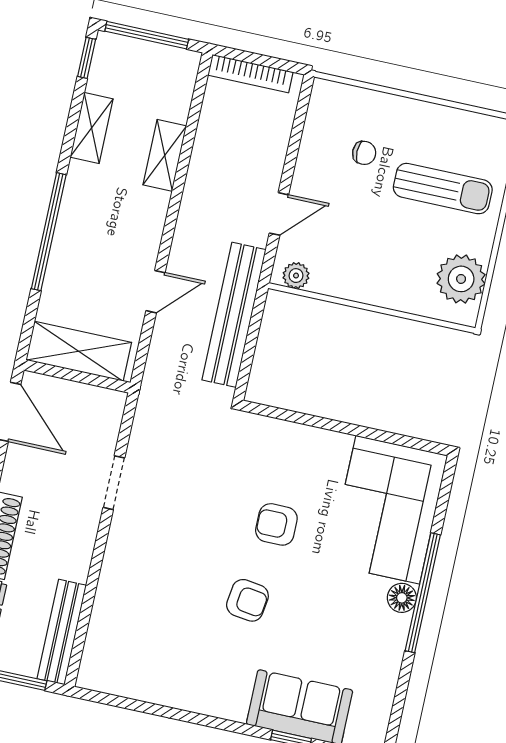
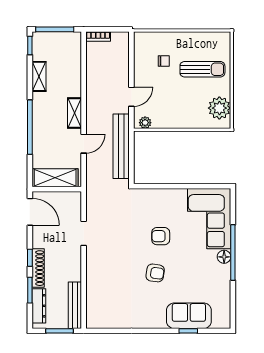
bookcase: (250, 74) -> (98, 37), width x0.64
shelving: (165, 155) -> (75, 113), moved

